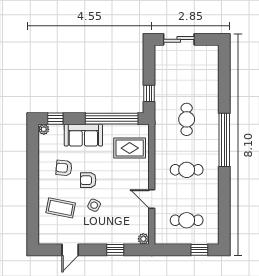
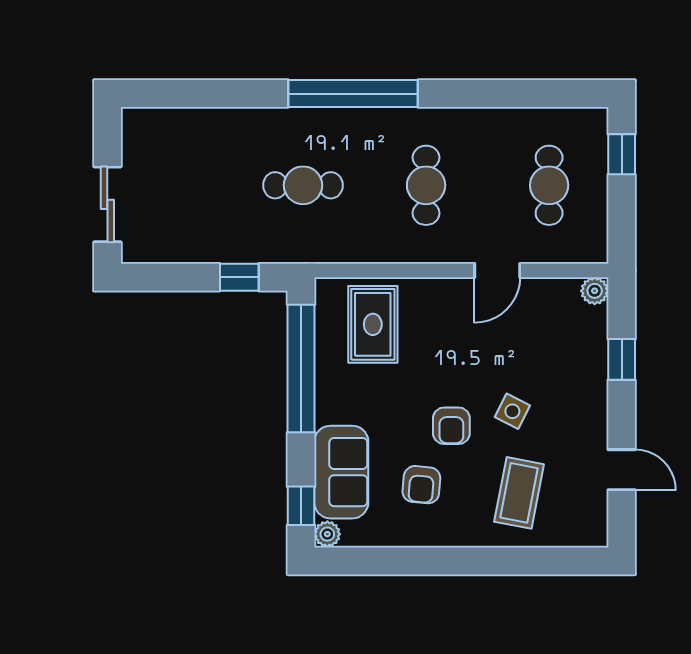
sofa: (83, 135) -> (341, 472), moved

